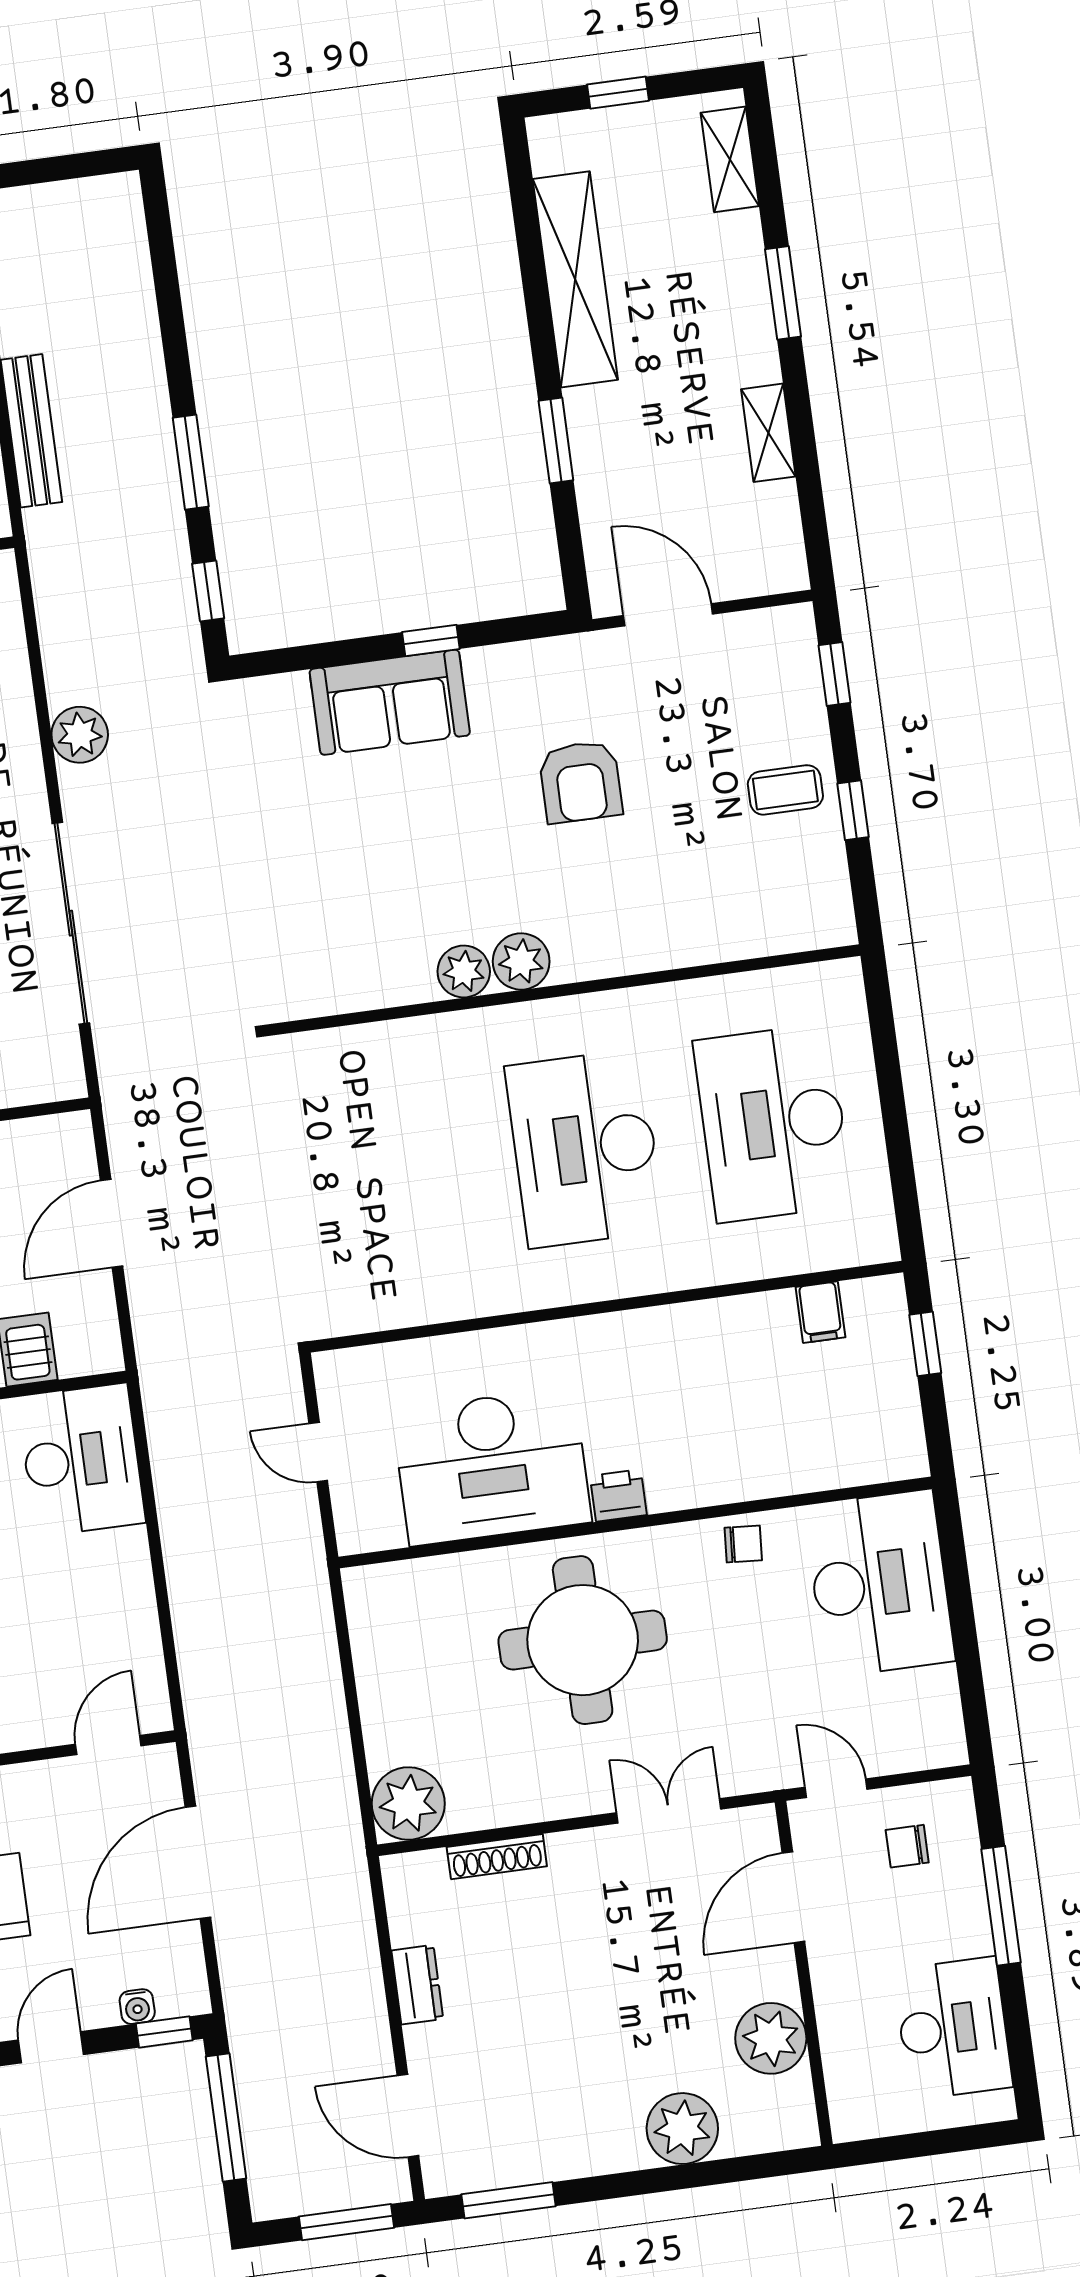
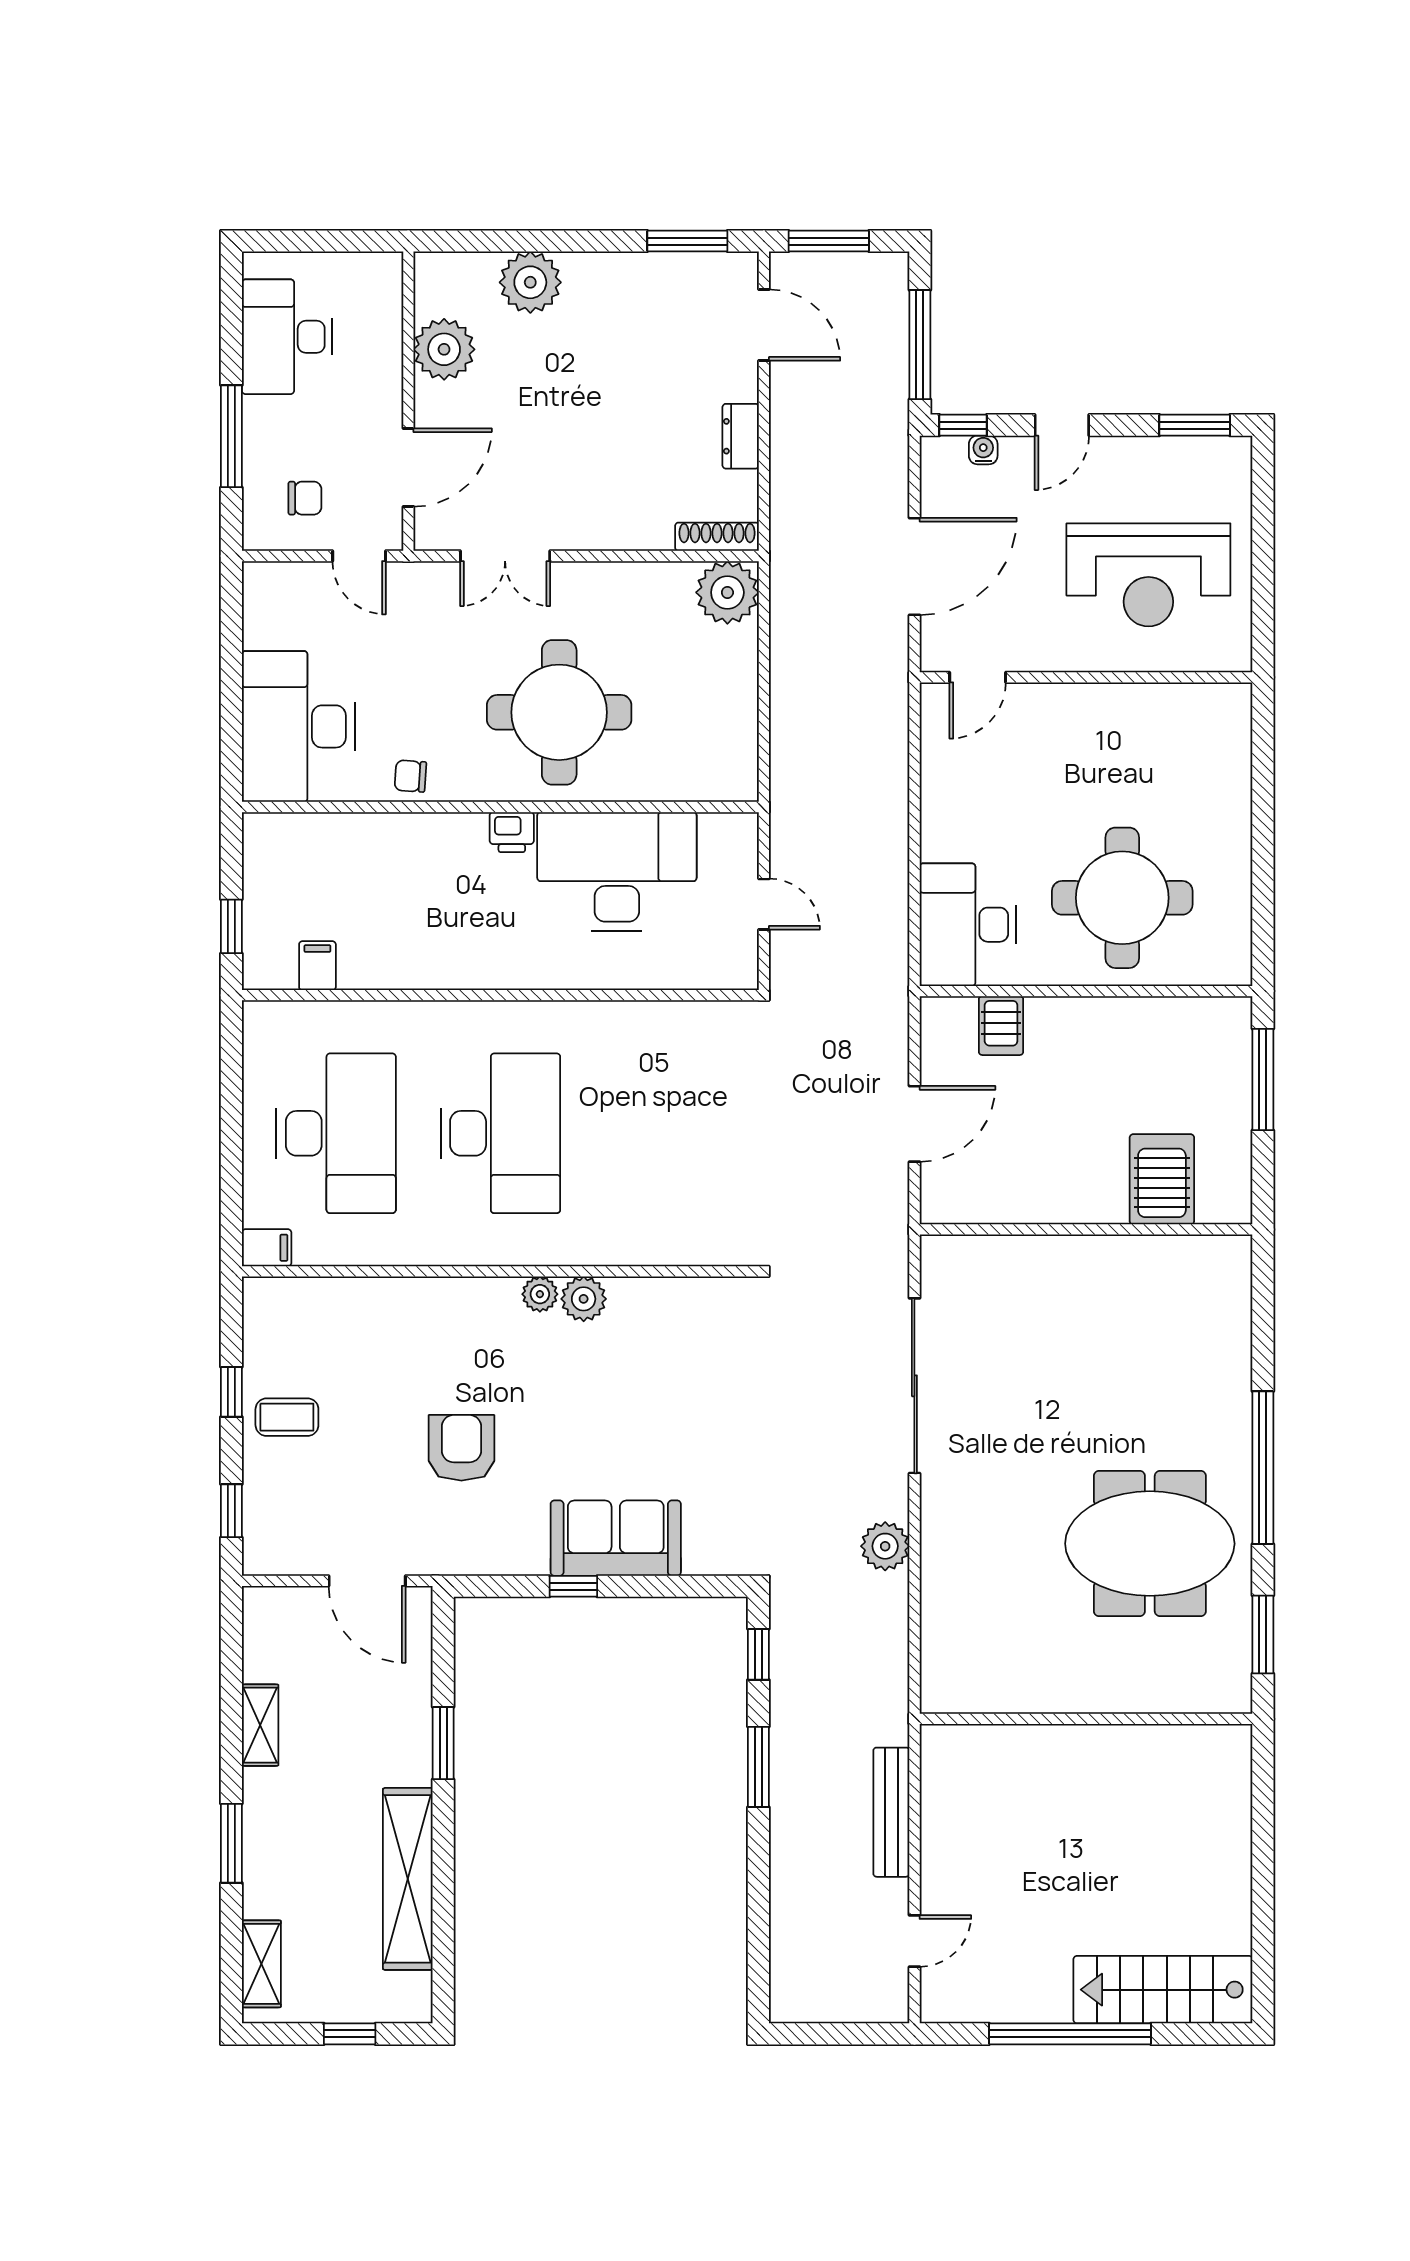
plant: (521, 961) -> (540, 1294), width x0.73, depth x0.73
filing cabinet: (835, 981) -> (267, 1248), added
shoe rack: (497, 1857) -> (717, 537), moved

